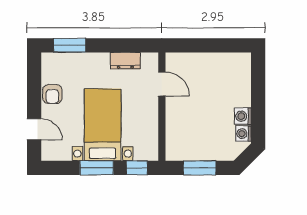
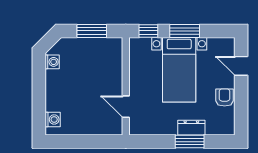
window: (70, 45) -> (190, 142), moved
dresser: (125, 61) -> (191, 128), moved
washing machine: (243, 116) -> (53, 119), moved

